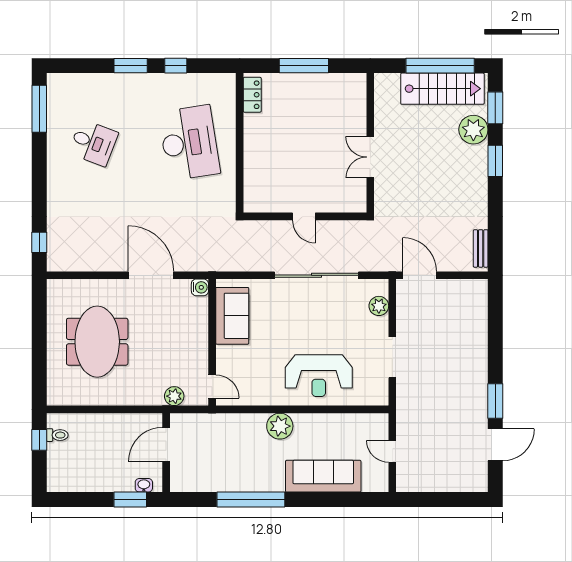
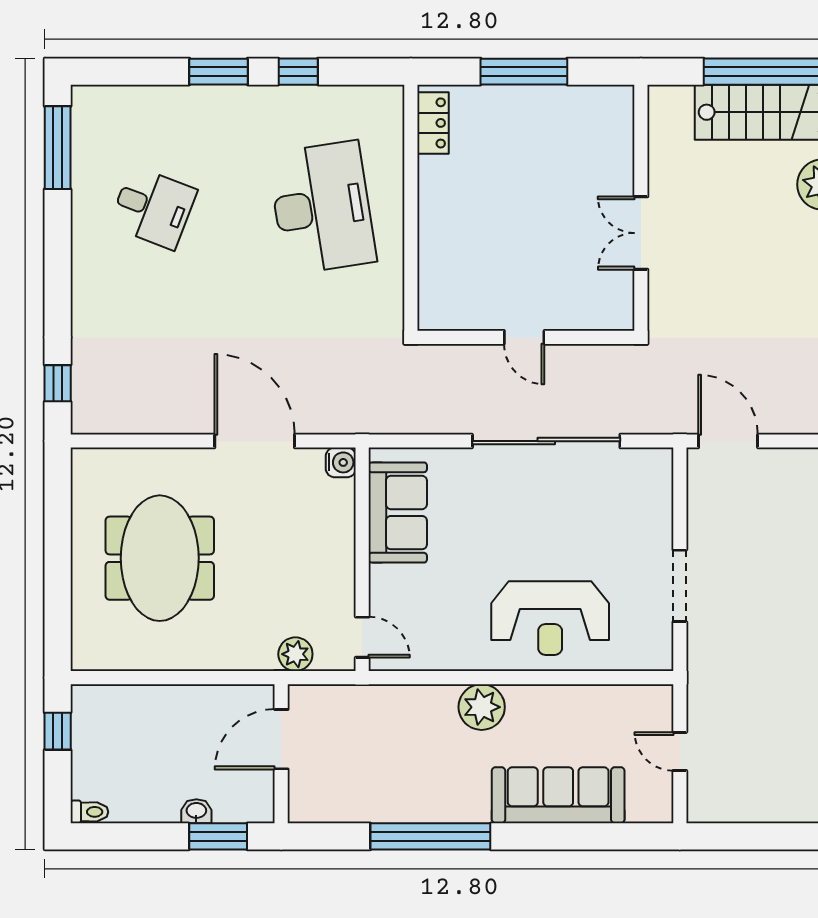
plant: (379, 306) -> (656, 495), removed
toilet: (57, 435) -> (89, 812), moved
washbasin: (144, 485) -> (196, 811), moved

